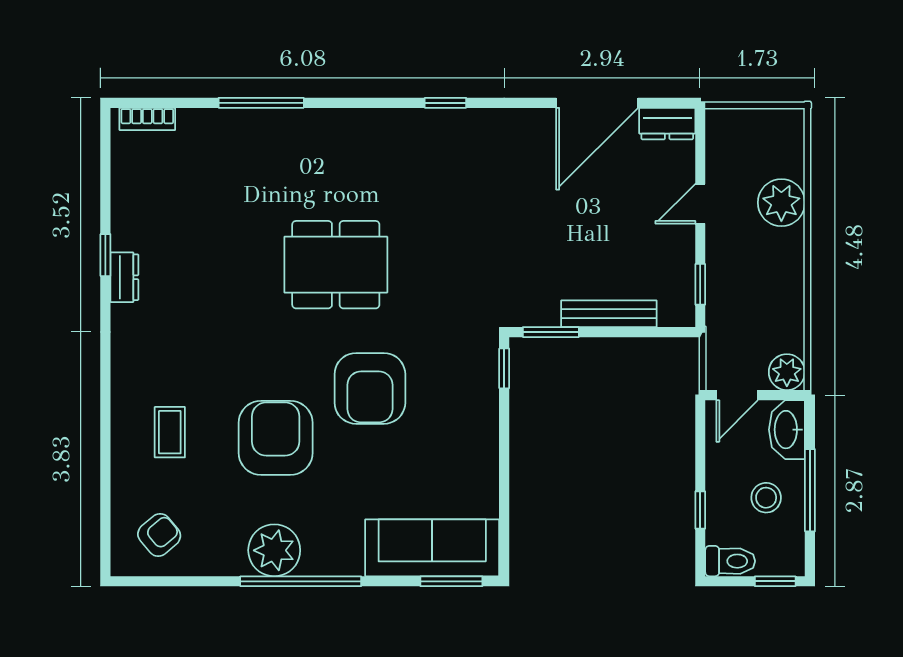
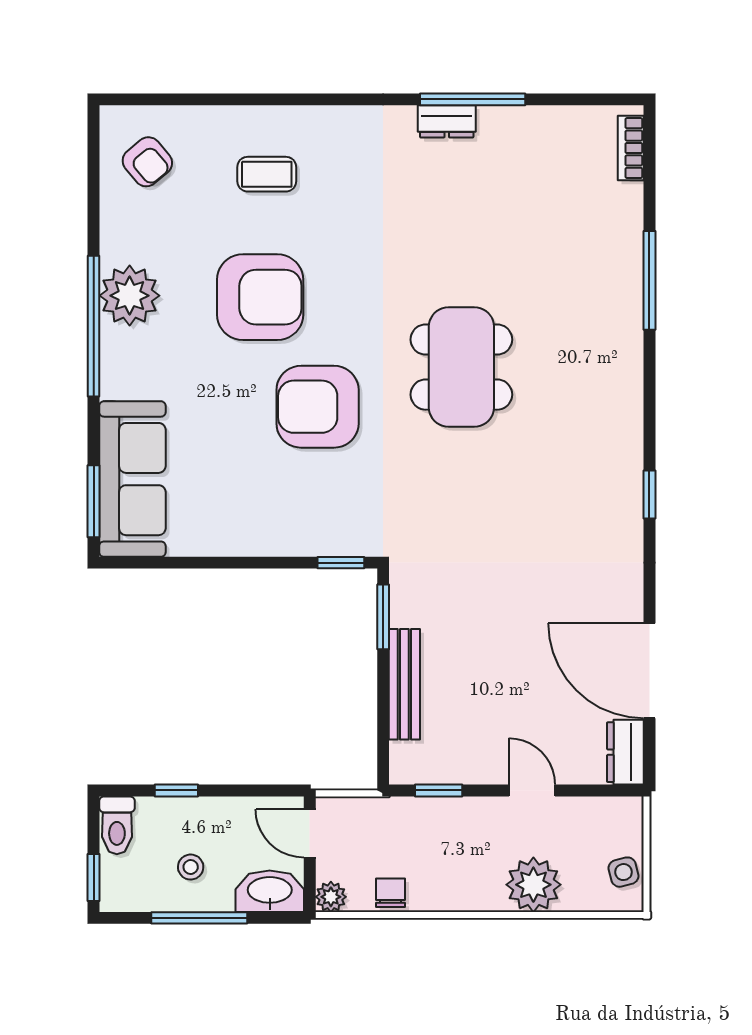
side table: (770, 125) -> (623, 872), added
window: (105, 255) -> (473, 99), width x2.17
chair: (788, 326) -> (391, 893), added
plant: (787, 372) -> (331, 897), width x0.73, depth x0.73
stool: (766, 498) -> (191, 867), width x0.73, depth x0.73

